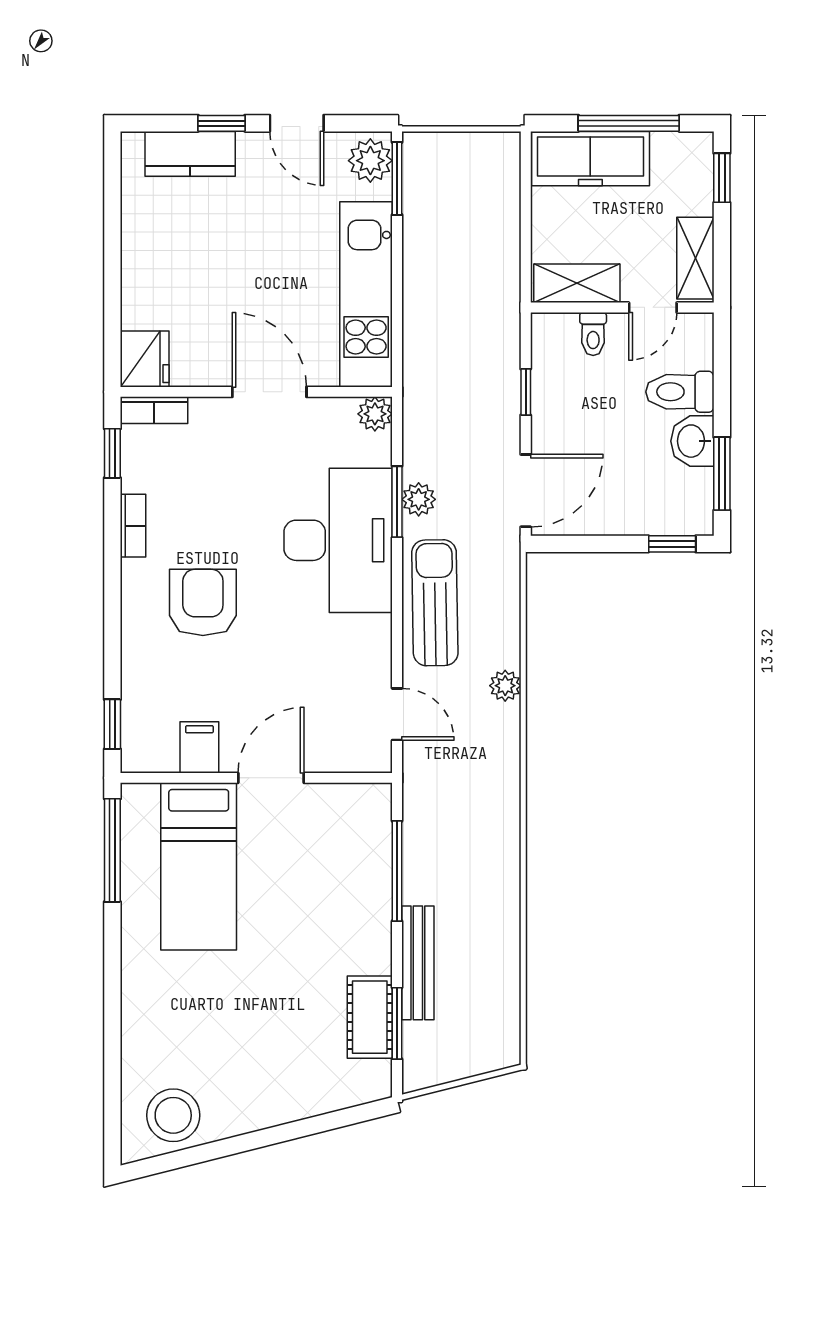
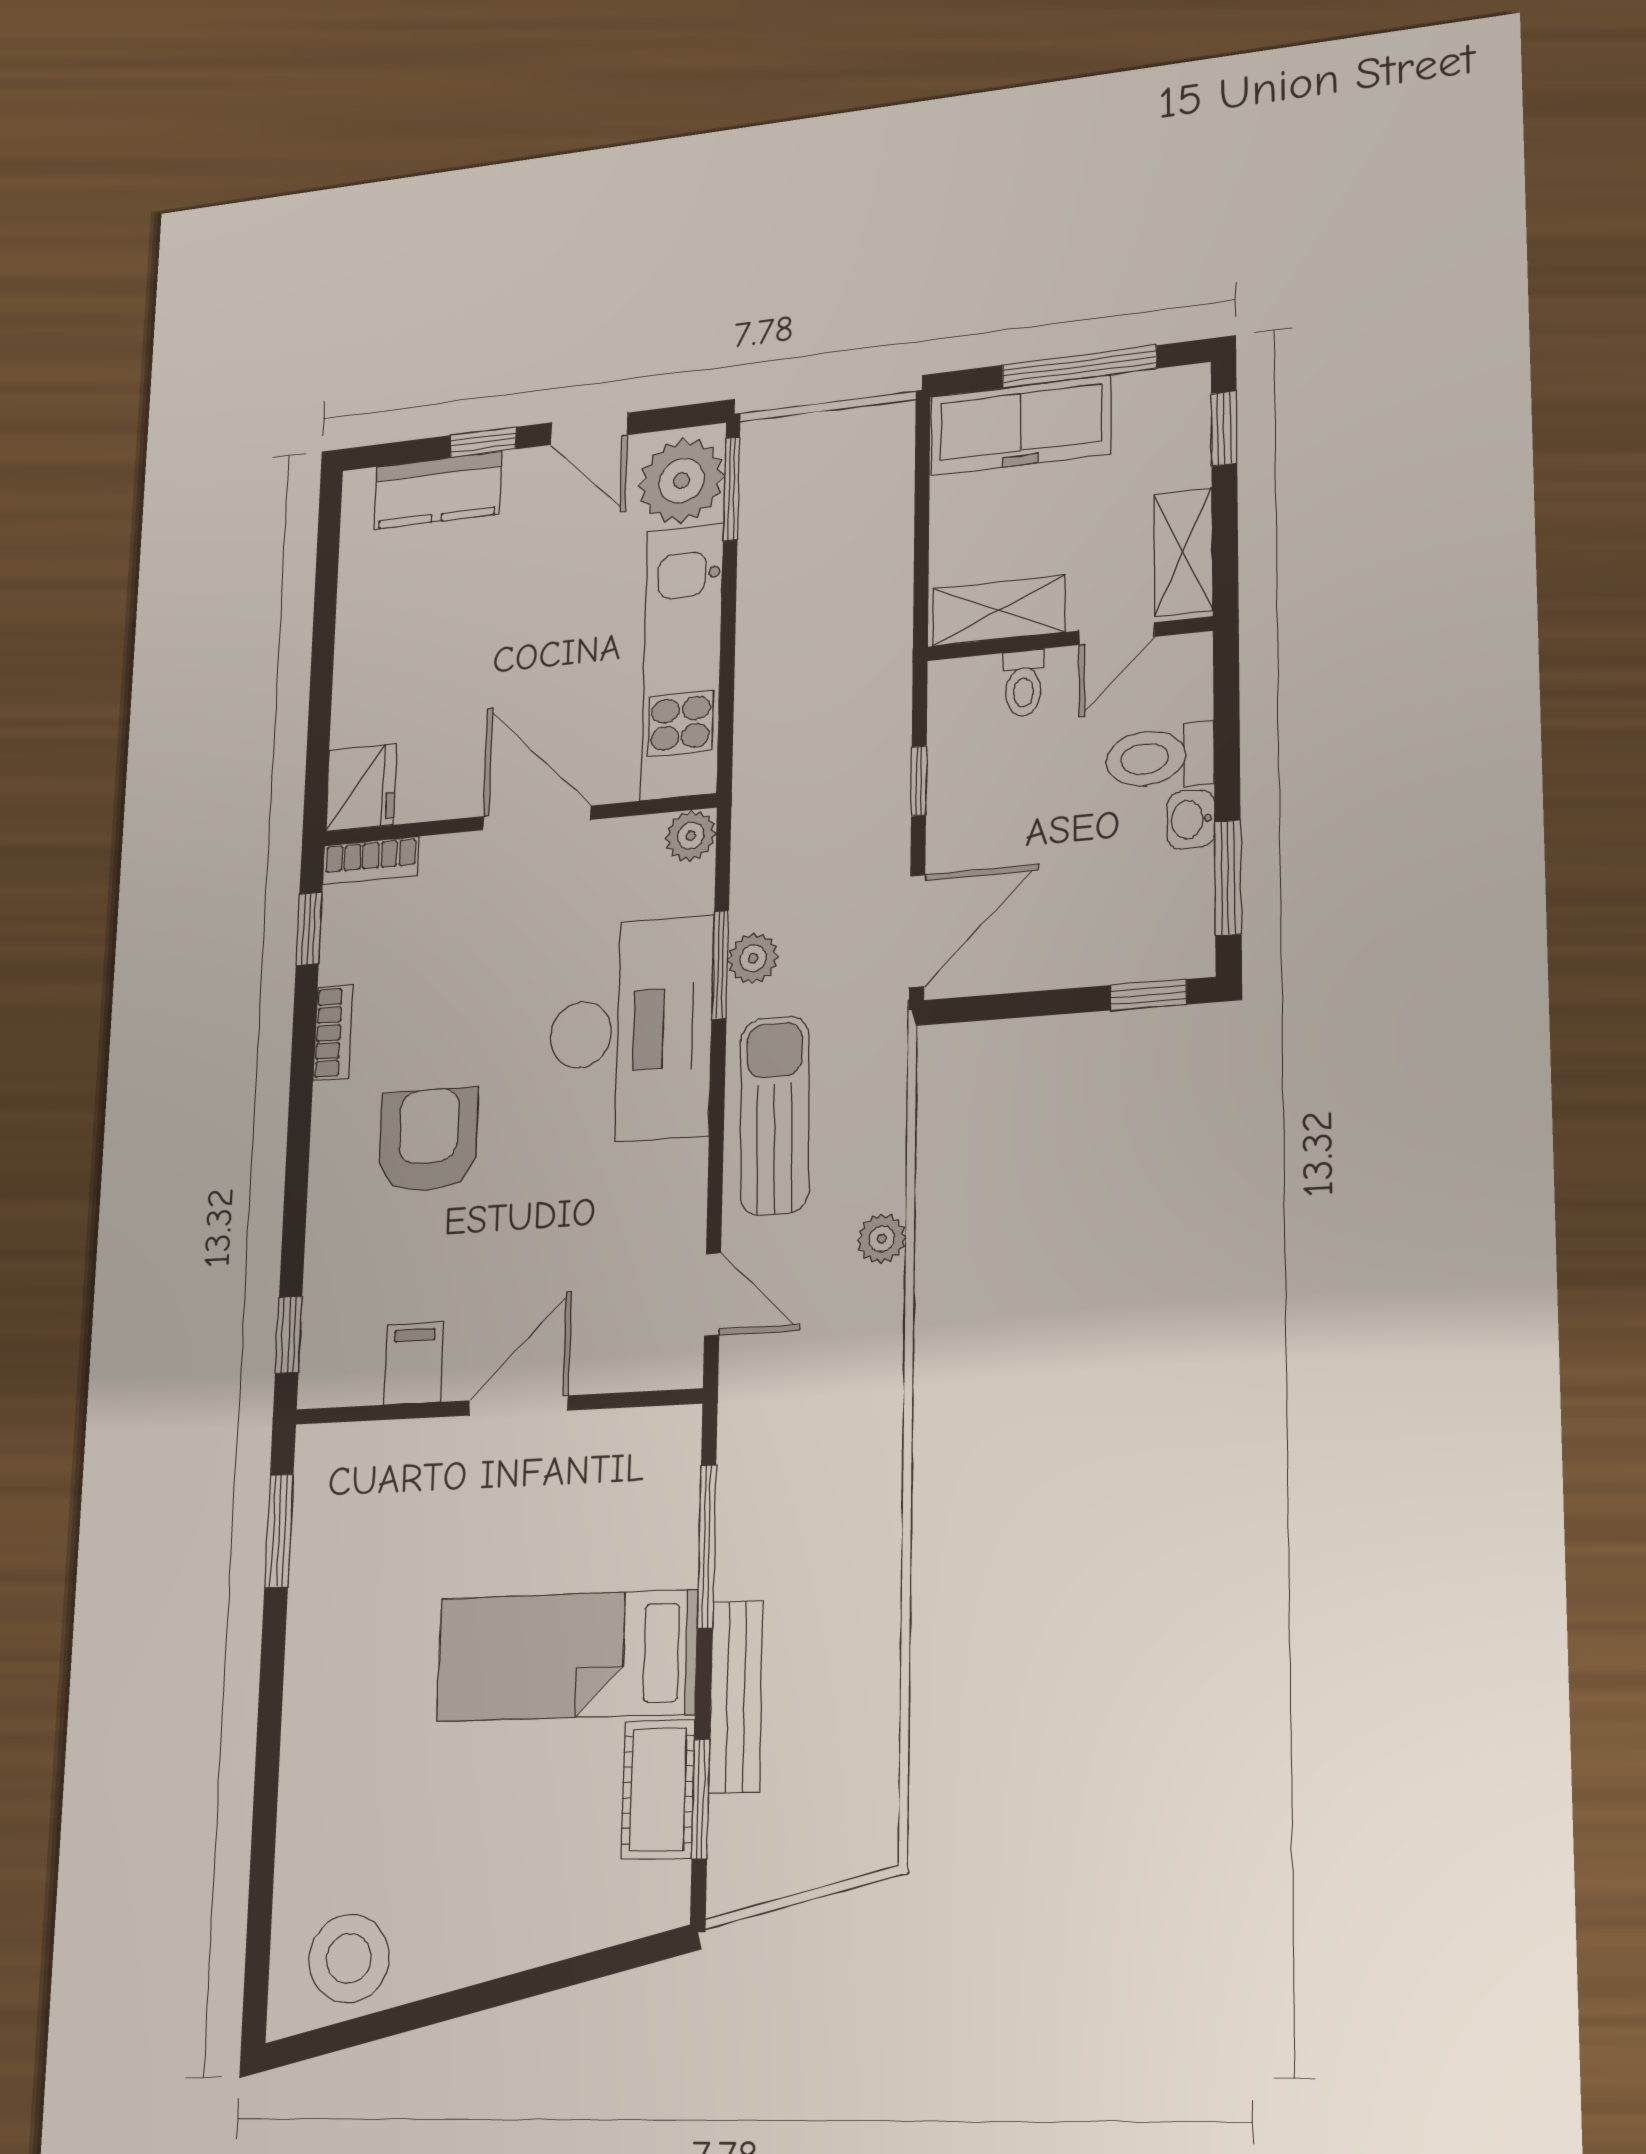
plant: (370, 161) -> (682, 481), width x1.36, depth x1.36
washbasin: (692, 441) -> (1191, 819), width x0.72, depth x0.69
window: (112, 850) -> (279, 1531), width x0.69
bed: (199, 866) -> (567, 1656), moved, turned 90

